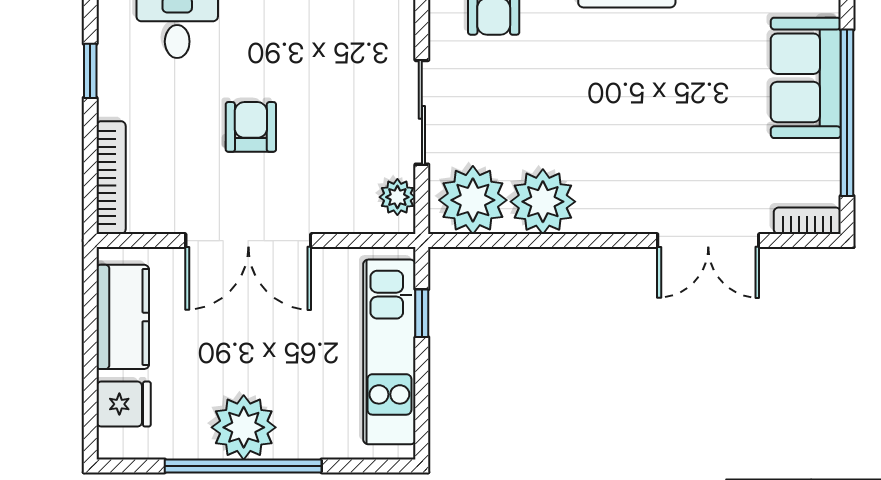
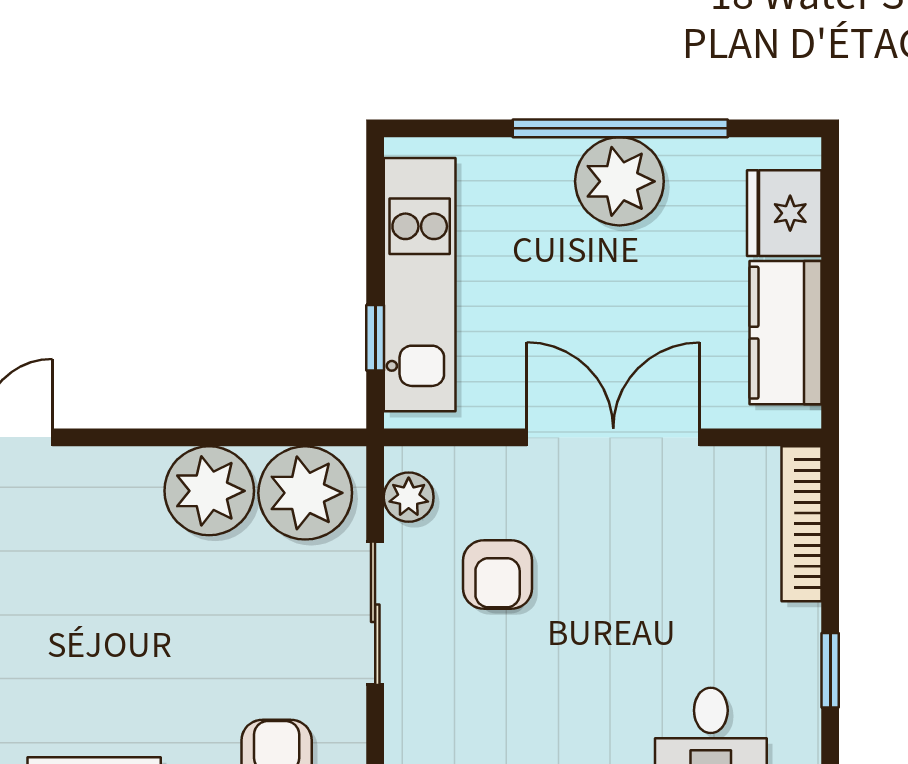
armchair: (251, 127) -> (498, 575), moved
fridge: (124, 404) -> (784, 213), width x1.38

